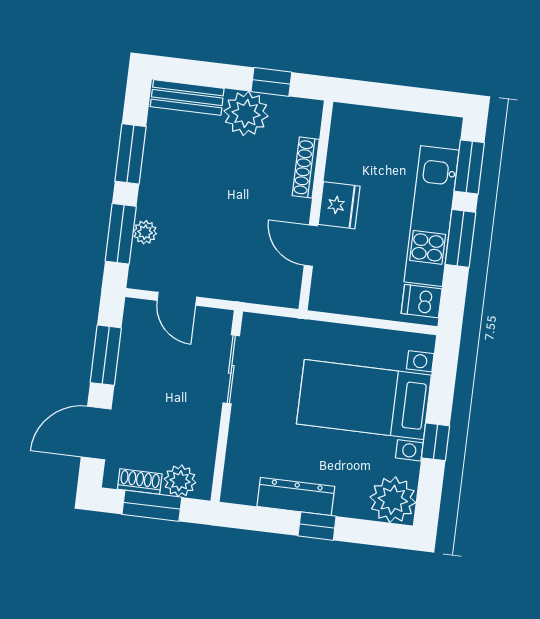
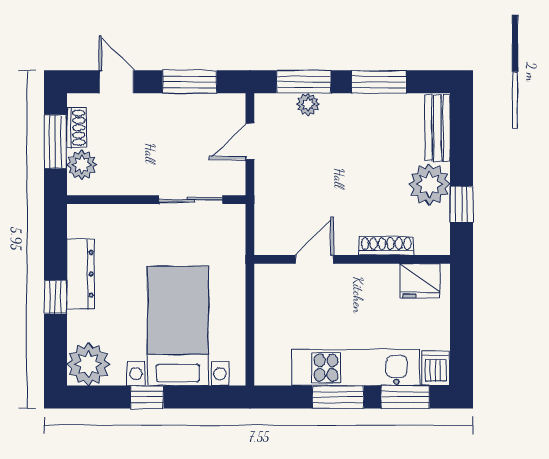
fridge: (339, 205) -> (420, 281), moved
dishwasher: (422, 301) -> (435, 368), moved
door: (96, 433) -> (117, 82), width x0.73

